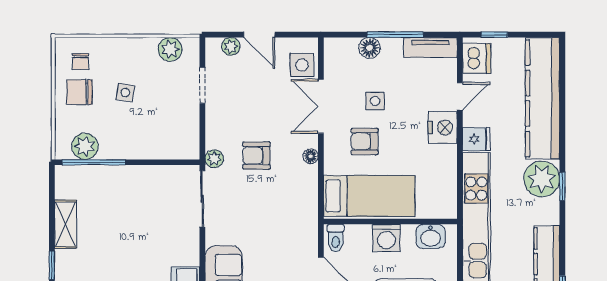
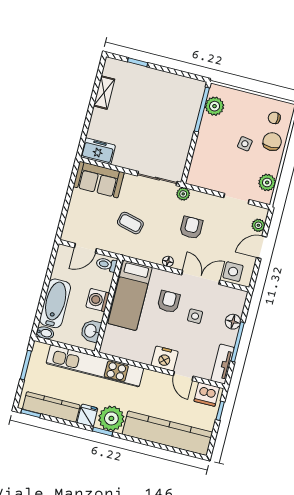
chair: (79, 92) -> (272, 142), moved
fridge: (476, 139) -> (87, 415), moved, turned 180
armchair: (256, 156) -> (191, 228), moved
coffee table: (271, 220) -> (130, 223), added
shelving: (66, 224) -> (164, 79), removed

